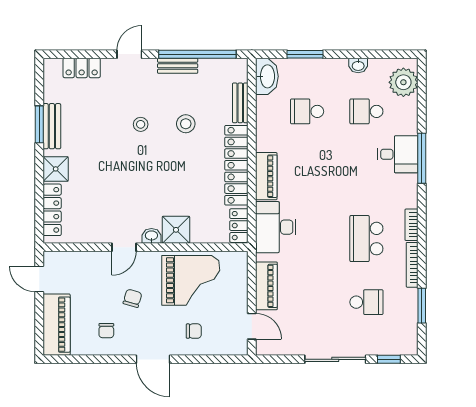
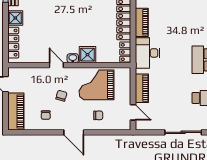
door: (124, 247) -> (56, 65), swing flipped
grand piano: (191, 280) -> (96, 85), turned 180

